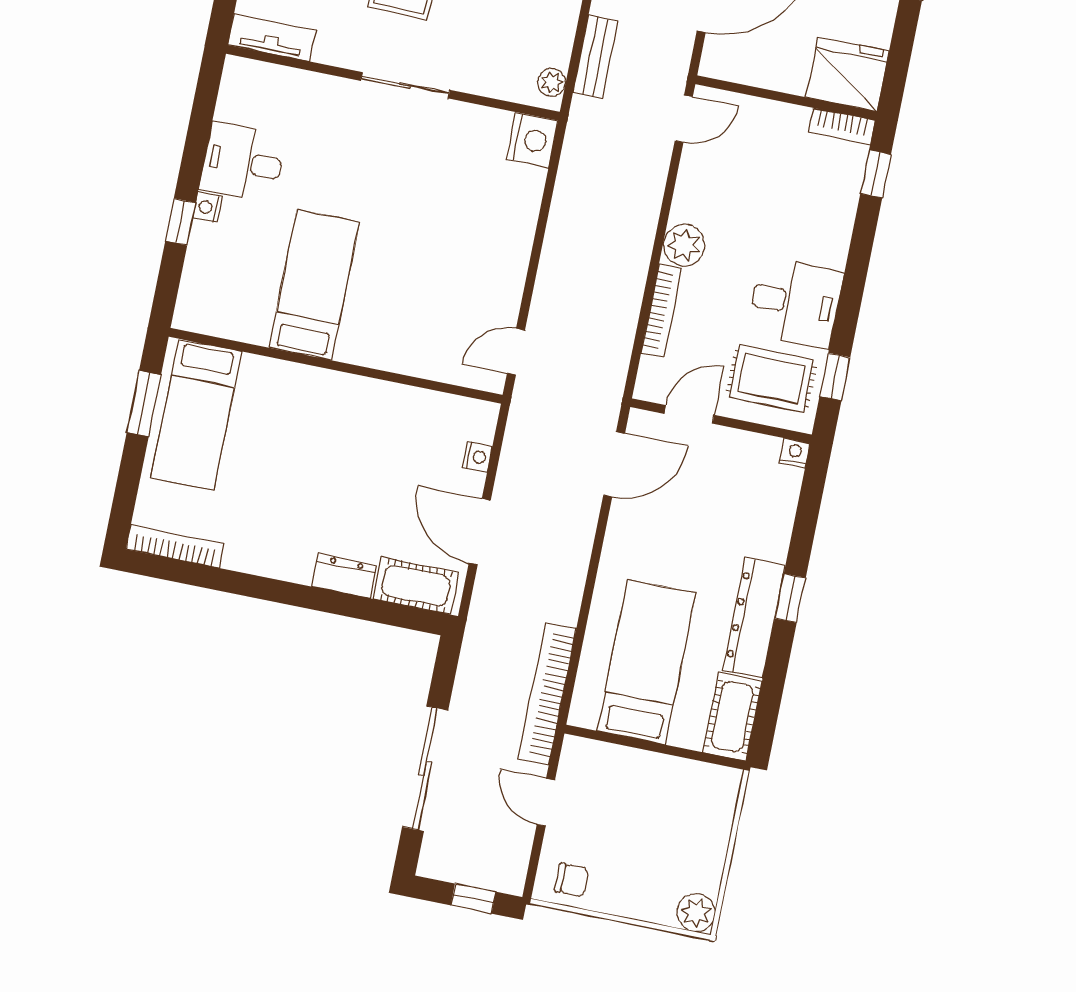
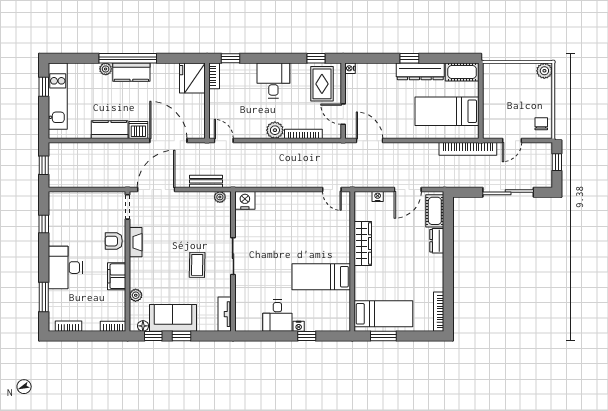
desk: (795, 303) -> (273, 80), moved
wardrobe: (373, 399) -> (363, 243), added

